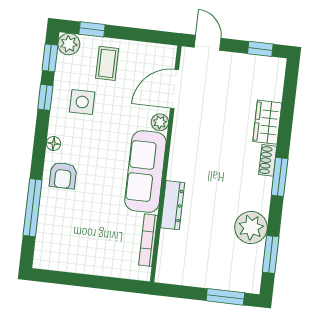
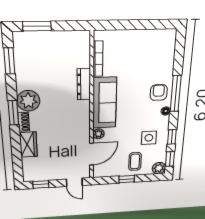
window: (92, 29) -> (127, 179), moved
window: (33, 208) -> (176, 94), moved
plant: (251, 227) -> (28, 101), moved

